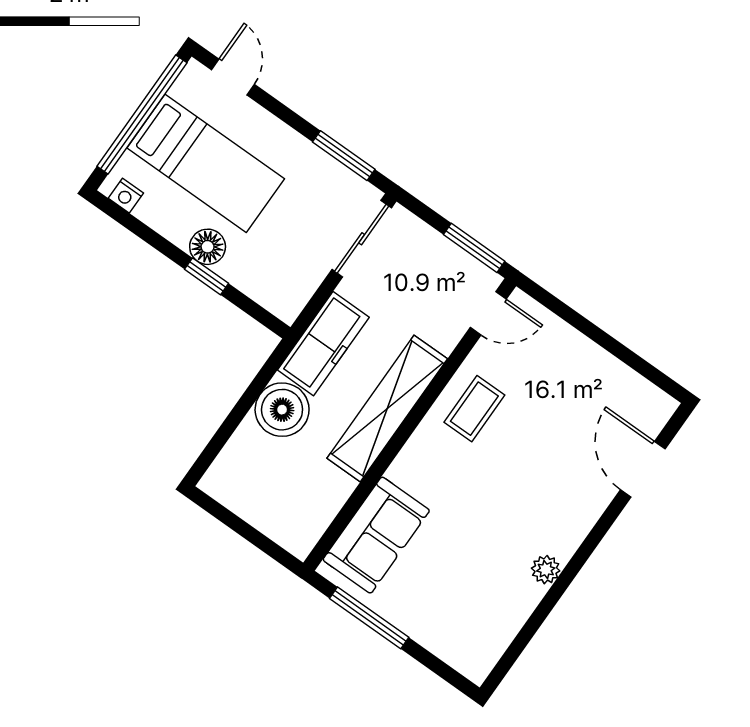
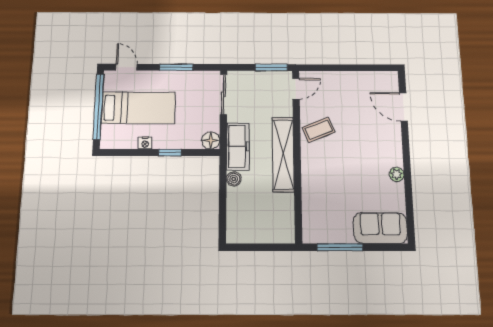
window: (344, 156) -> (176, 67), moved
nightstand: (126, 196) -> (145, 143), moved
floor lamp: (208, 247) -> (211, 140), moved
coffee table: (474, 409) -> (318, 130), turned 68
boiler: (282, 410) -> (234, 179), width x0.54, depth x0.54
sofa: (376, 535) -> (380, 228), moved, turned -90

